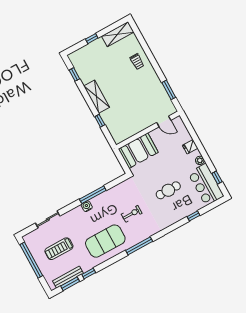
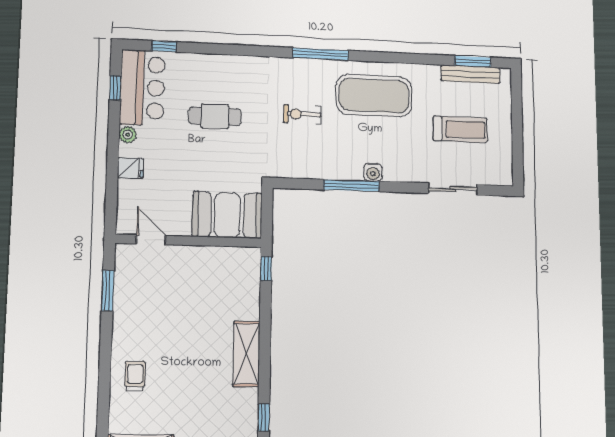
window: (100, 121) -> (266, 269), moved
window: (194, 216) -> (164, 46), moved
window: (31, 260) -> (517, 138), removed
window: (89, 274) -> (432, 59), removed

